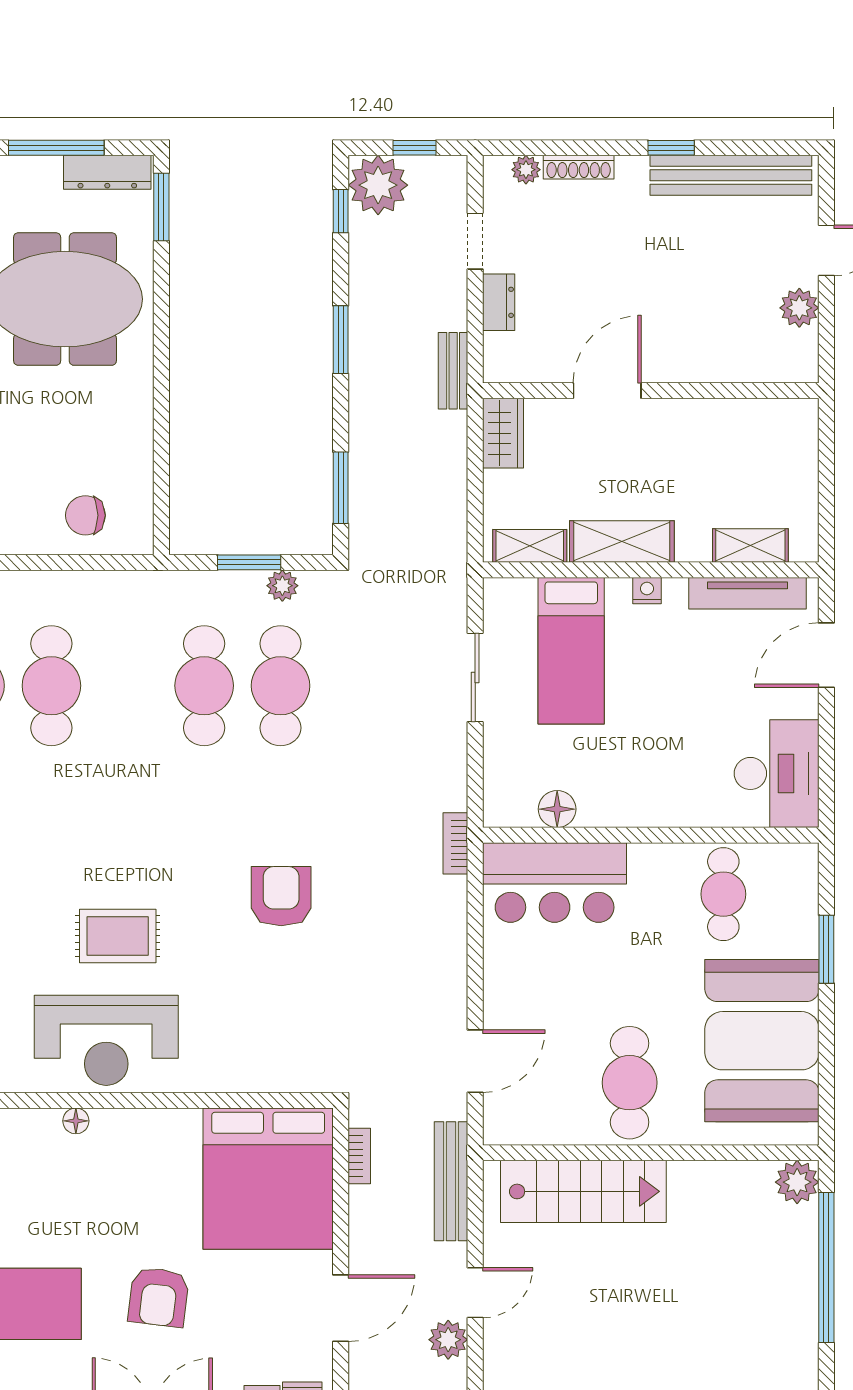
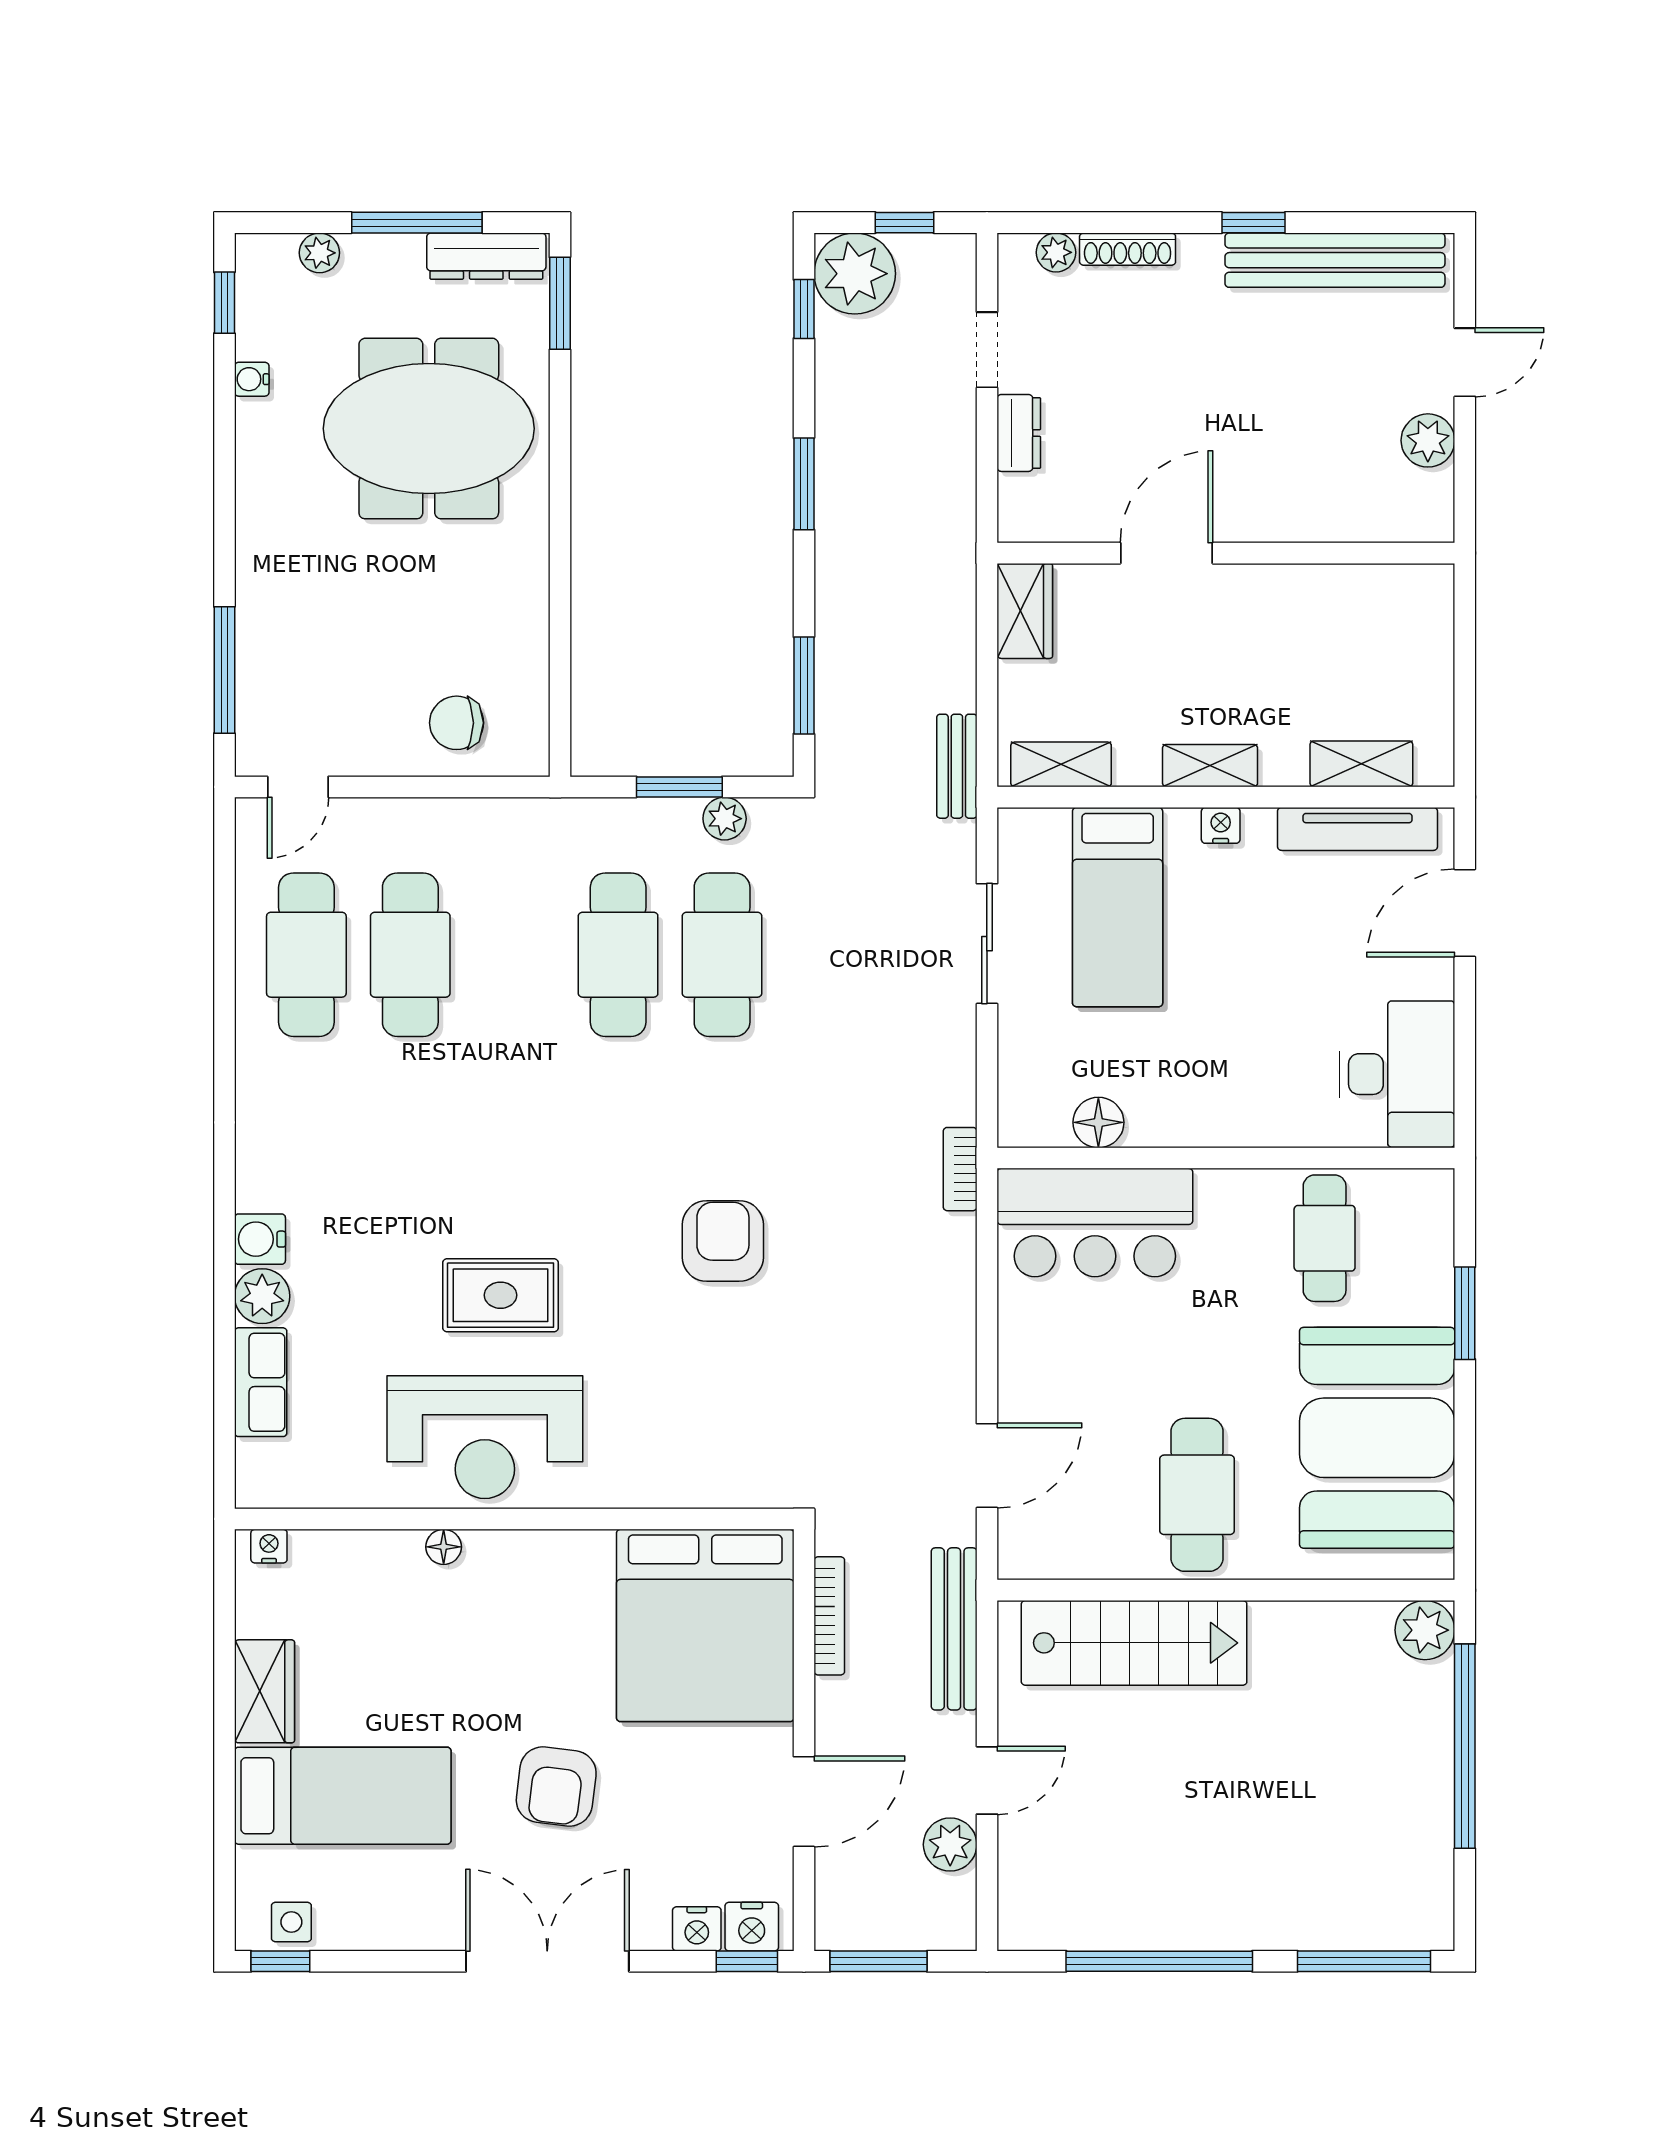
bench: (453, 371) -> (957, 766), moved
shelving: (622, 542) -> (1210, 766), width x0.67, depth x0.75
bookcase: (359, 1156) -> (829, 1616), width x1.56

